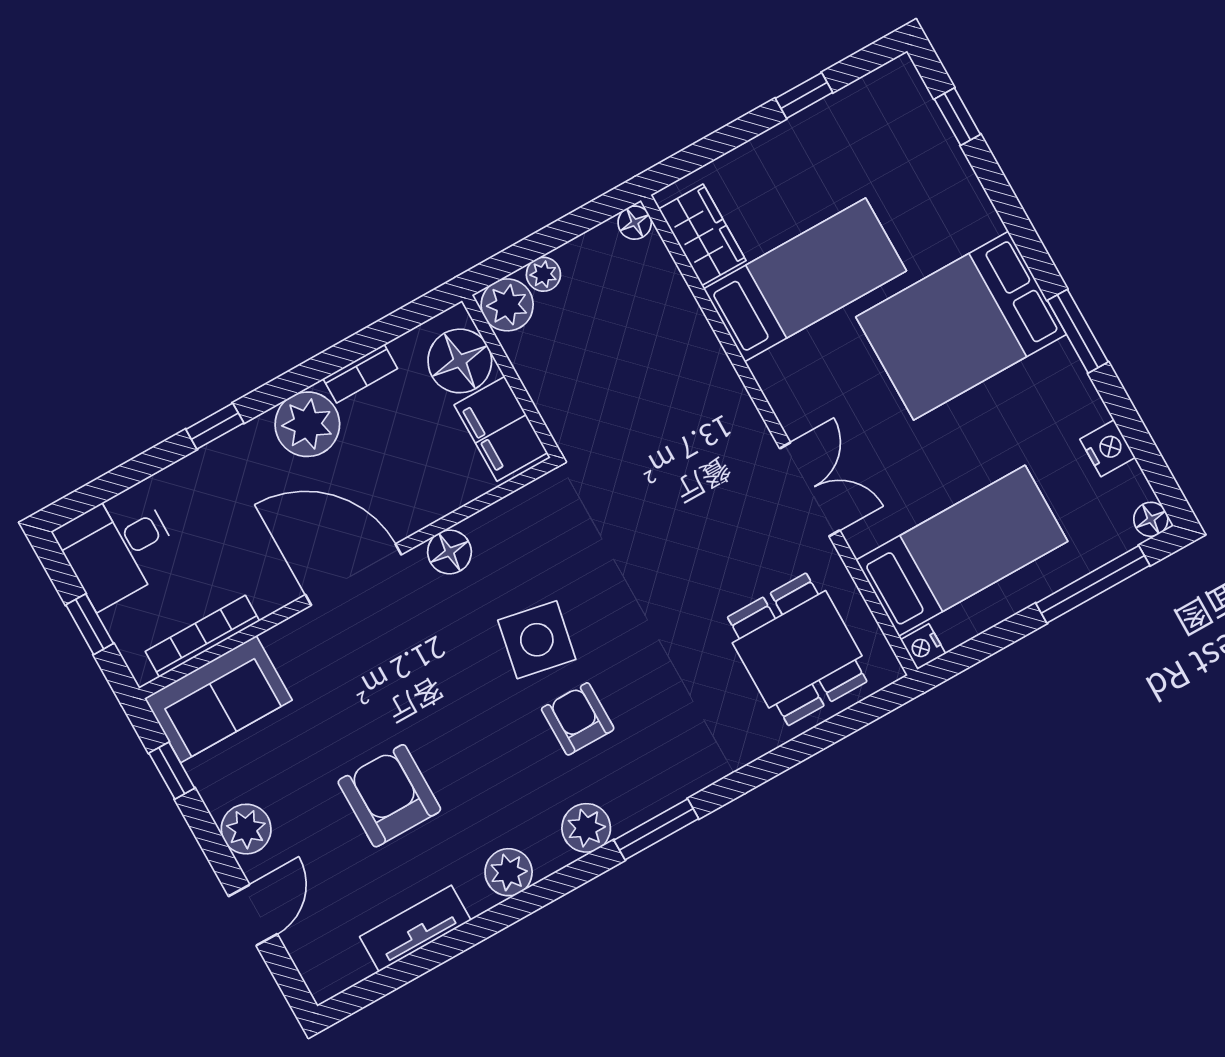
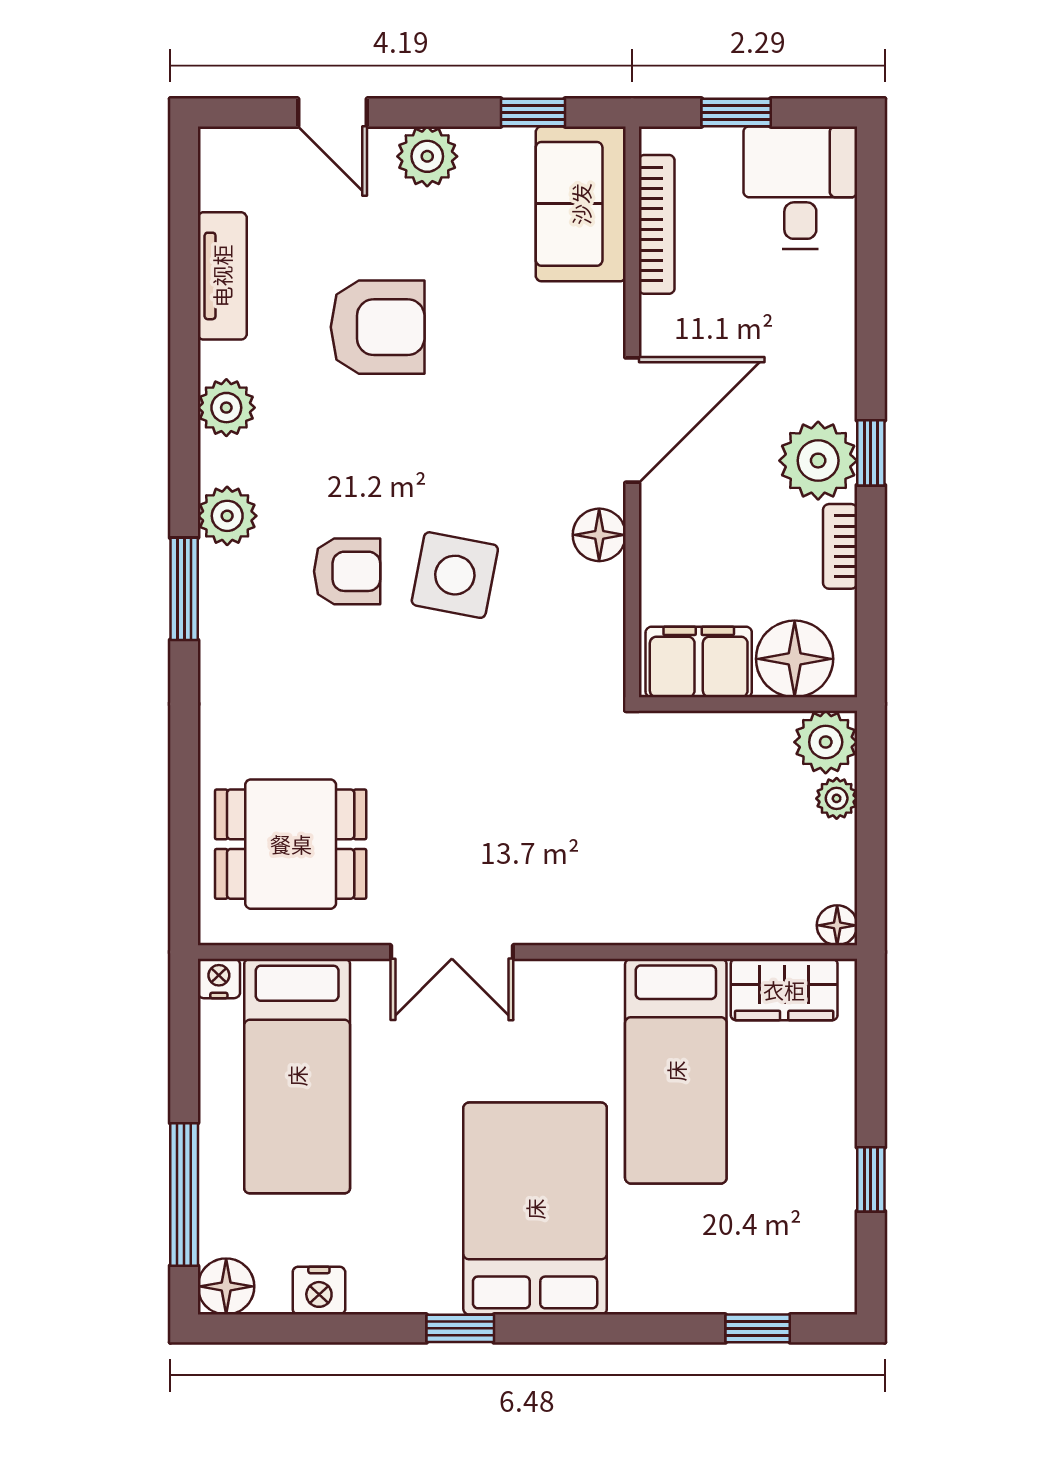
window: (1078, 331) -> (460, 1328), width x0.67
window: (215, 426) -> (871, 453), moved
floor lamp: (1151, 519) -> (226, 1286), width x1.37, depth x1.37

